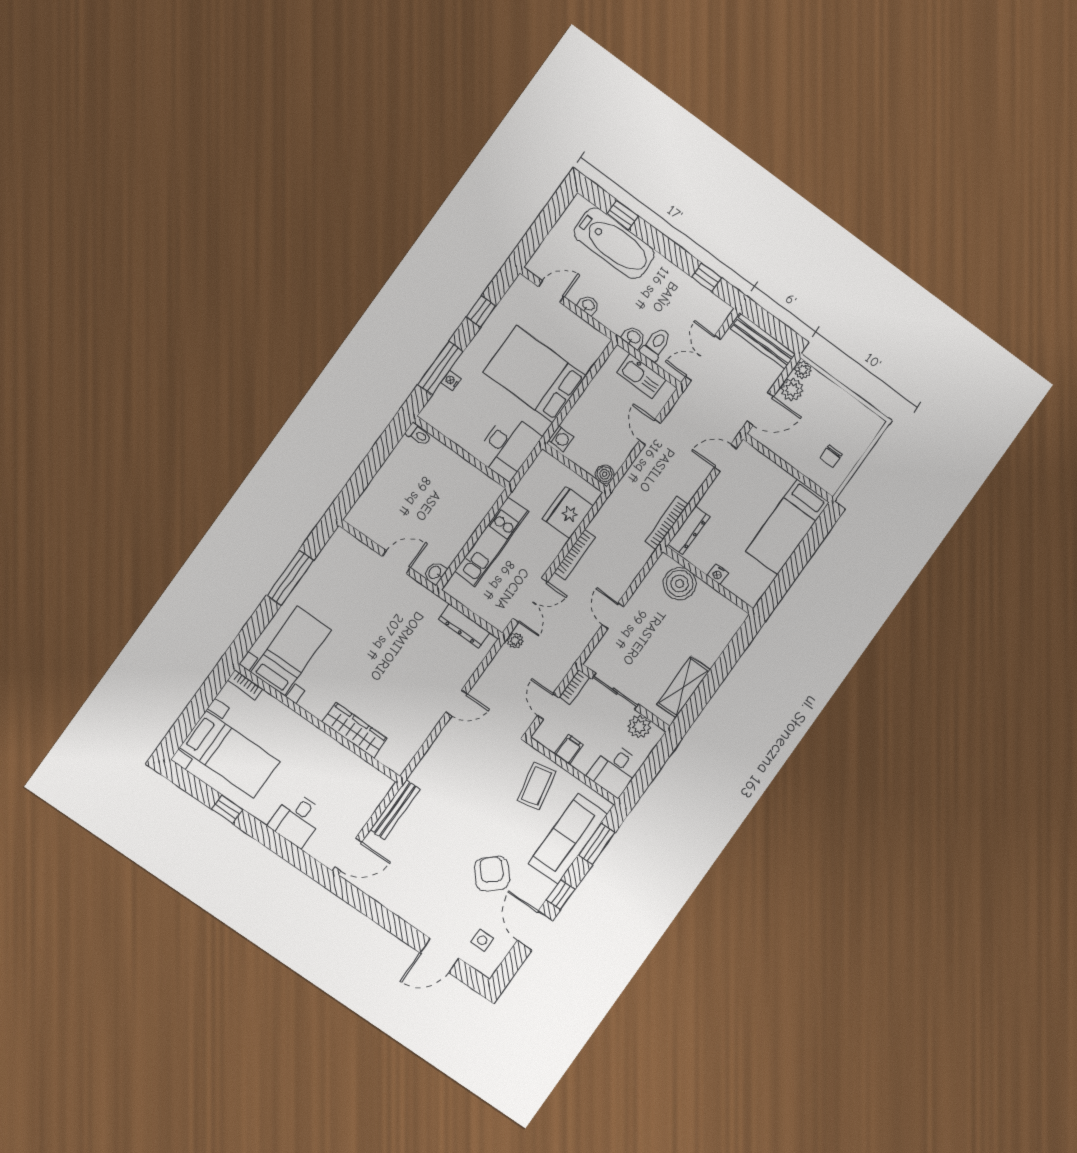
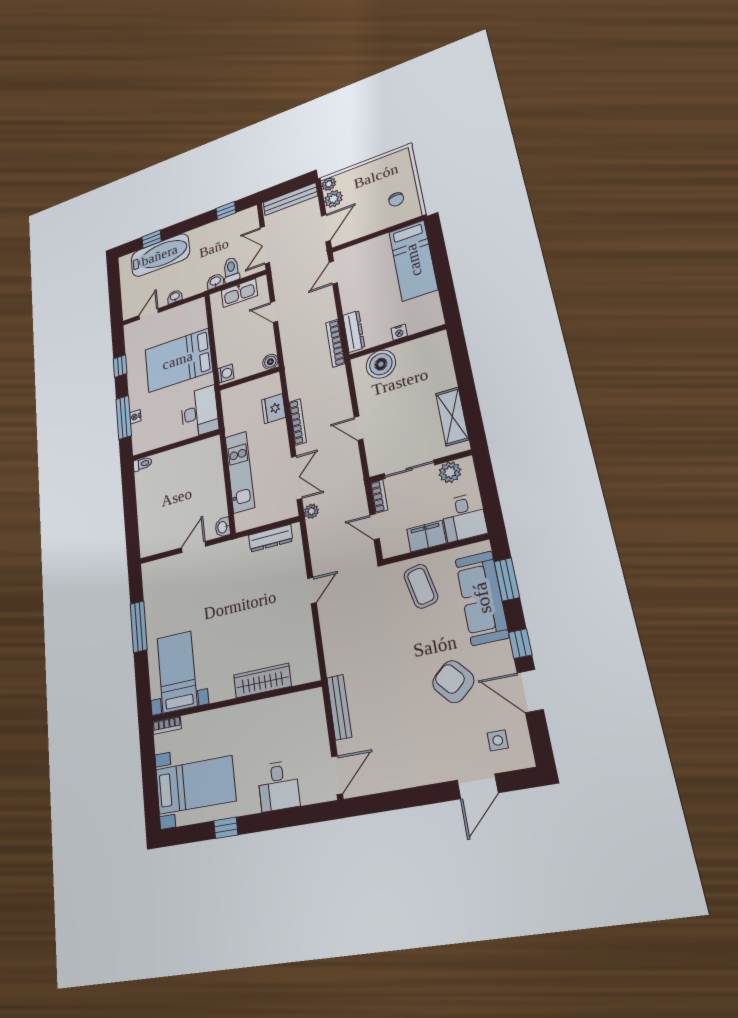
fridge: (568, 512) -> (273, 409), width x0.73, depth x0.75
filing cabinet: (569, 749) -> (426, 536), width x2.00

